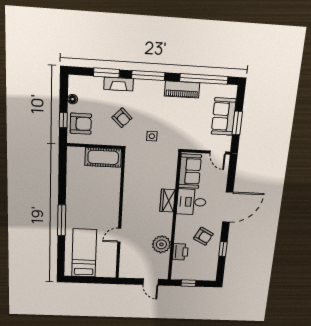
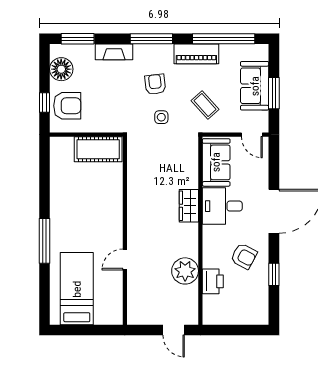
window: (106, 73) -> (78, 39), moved
floor lamp: (73, 99) -> (61, 69), width x1.89, depth x1.89
armchair: (122, 118) -> (155, 84), moved, turned -141
coffee table: (185, 129) -> (205, 105), added
window: (188, 283) -> (229, 330), removed

